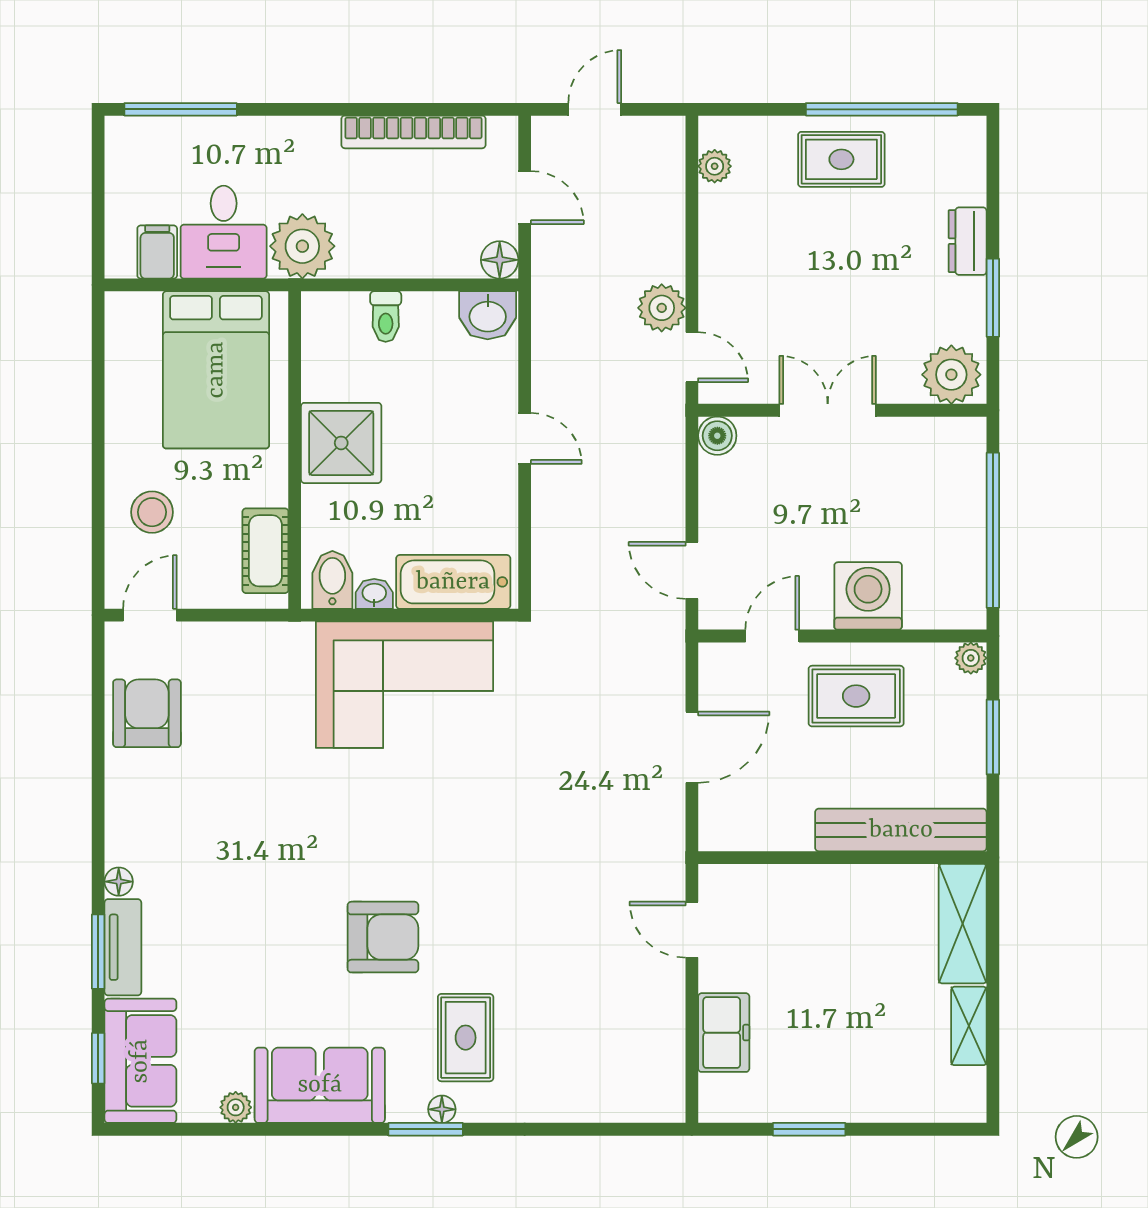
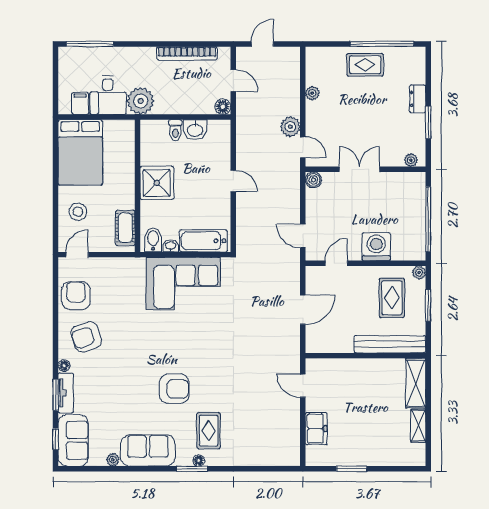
plant: (715, 166) -> (312, 93), moved
washbasin: (488, 315) -> (195, 130), moved
bed: (216, 370) -> (80, 152), moved
plant: (951, 375) -> (411, 160), width x0.53, depth x0.53
rug: (856, 696) -> (392, 298), moved, turned 90
armchair: (172, 812) -> (86, 337), added

